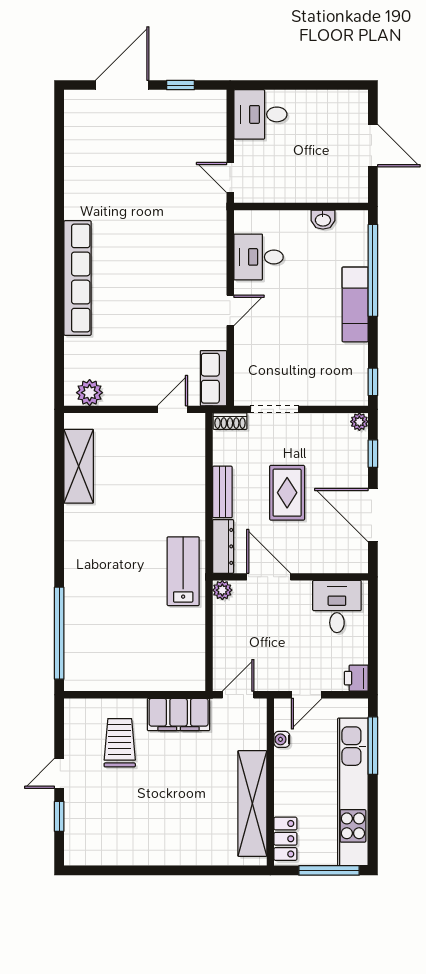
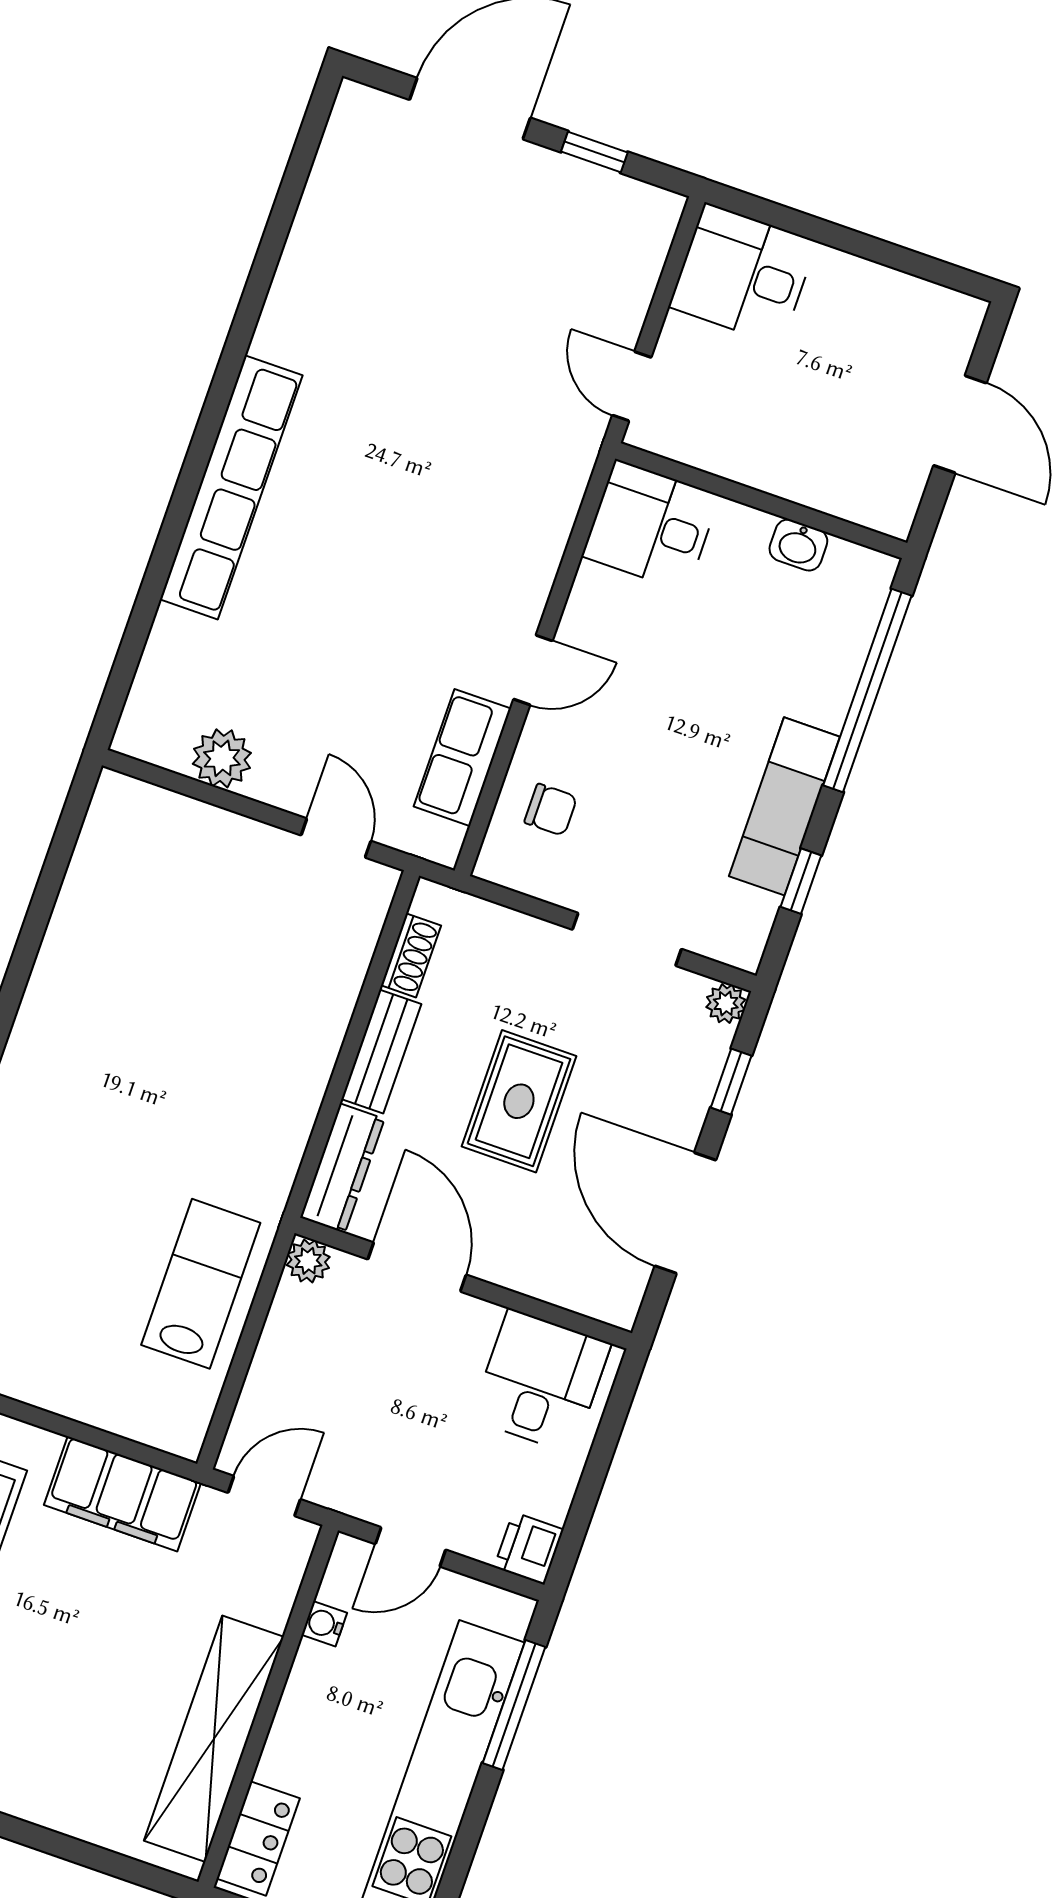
desk: (258, 257) -> (651, 526), moved
exam couch: (355, 304) -> (784, 806), moved
chair: (258, 366) -> (551, 810), added
row of seats: (213, 378) -> (462, 758), moved
window: (373, 382) -> (801, 881), moved
plant: (90, 393) -> (222, 758), moved
door: (172, 409) -> (336, 838), hinge flipped
doorway: (275, 409) -> (627, 939), moved
shoe rack: (230, 421) -> (411, 955), moved, turned -90
shelving: (79, 466) -> (94, 890), removed
lab bench: (183, 571) -> (201, 1284), moved

